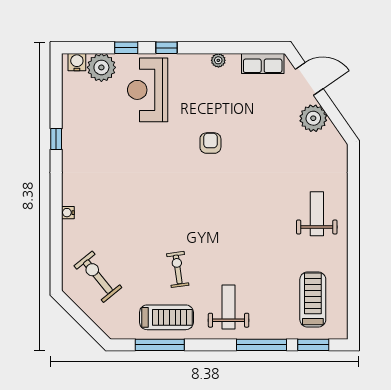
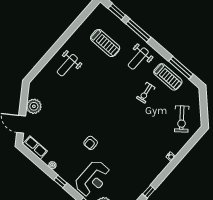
window: (167, 48) -> (60, 181), moved
armchair: (210, 143) -> (91, 143), moved
treadmill: (313, 299) -> (105, 43), moved, turned -90
treadmill: (166, 317) -> (168, 77), turned 180

